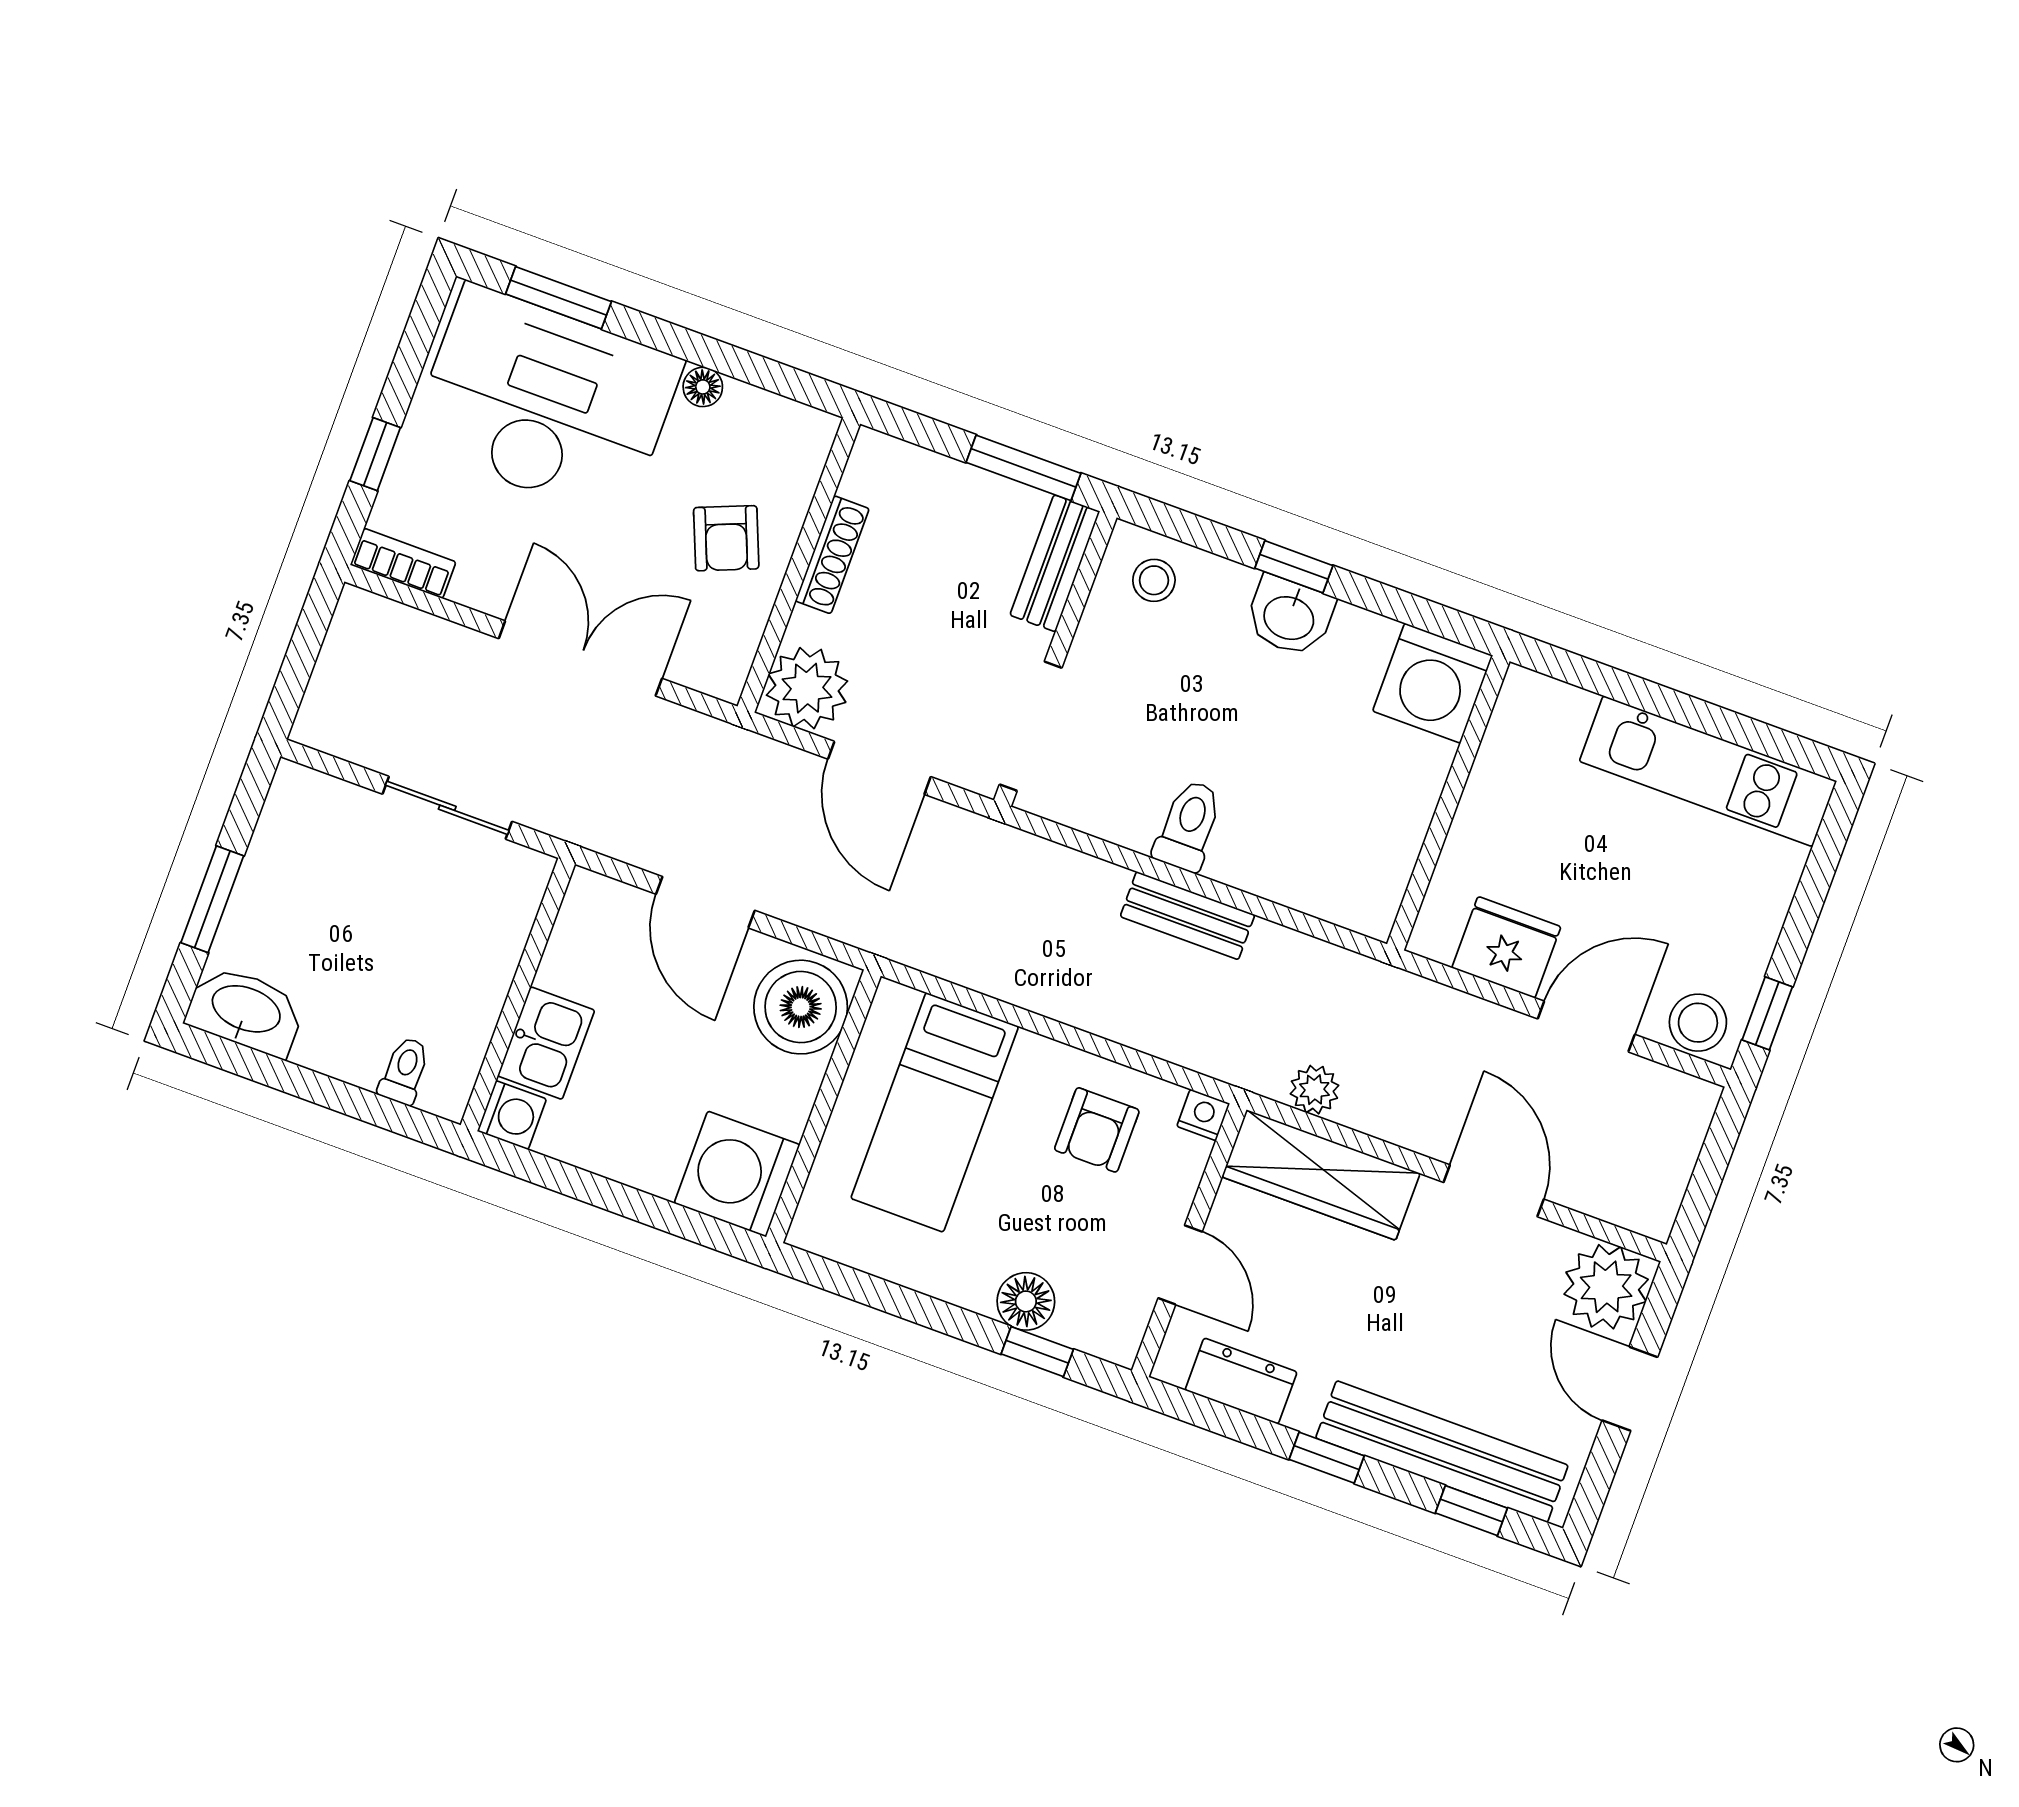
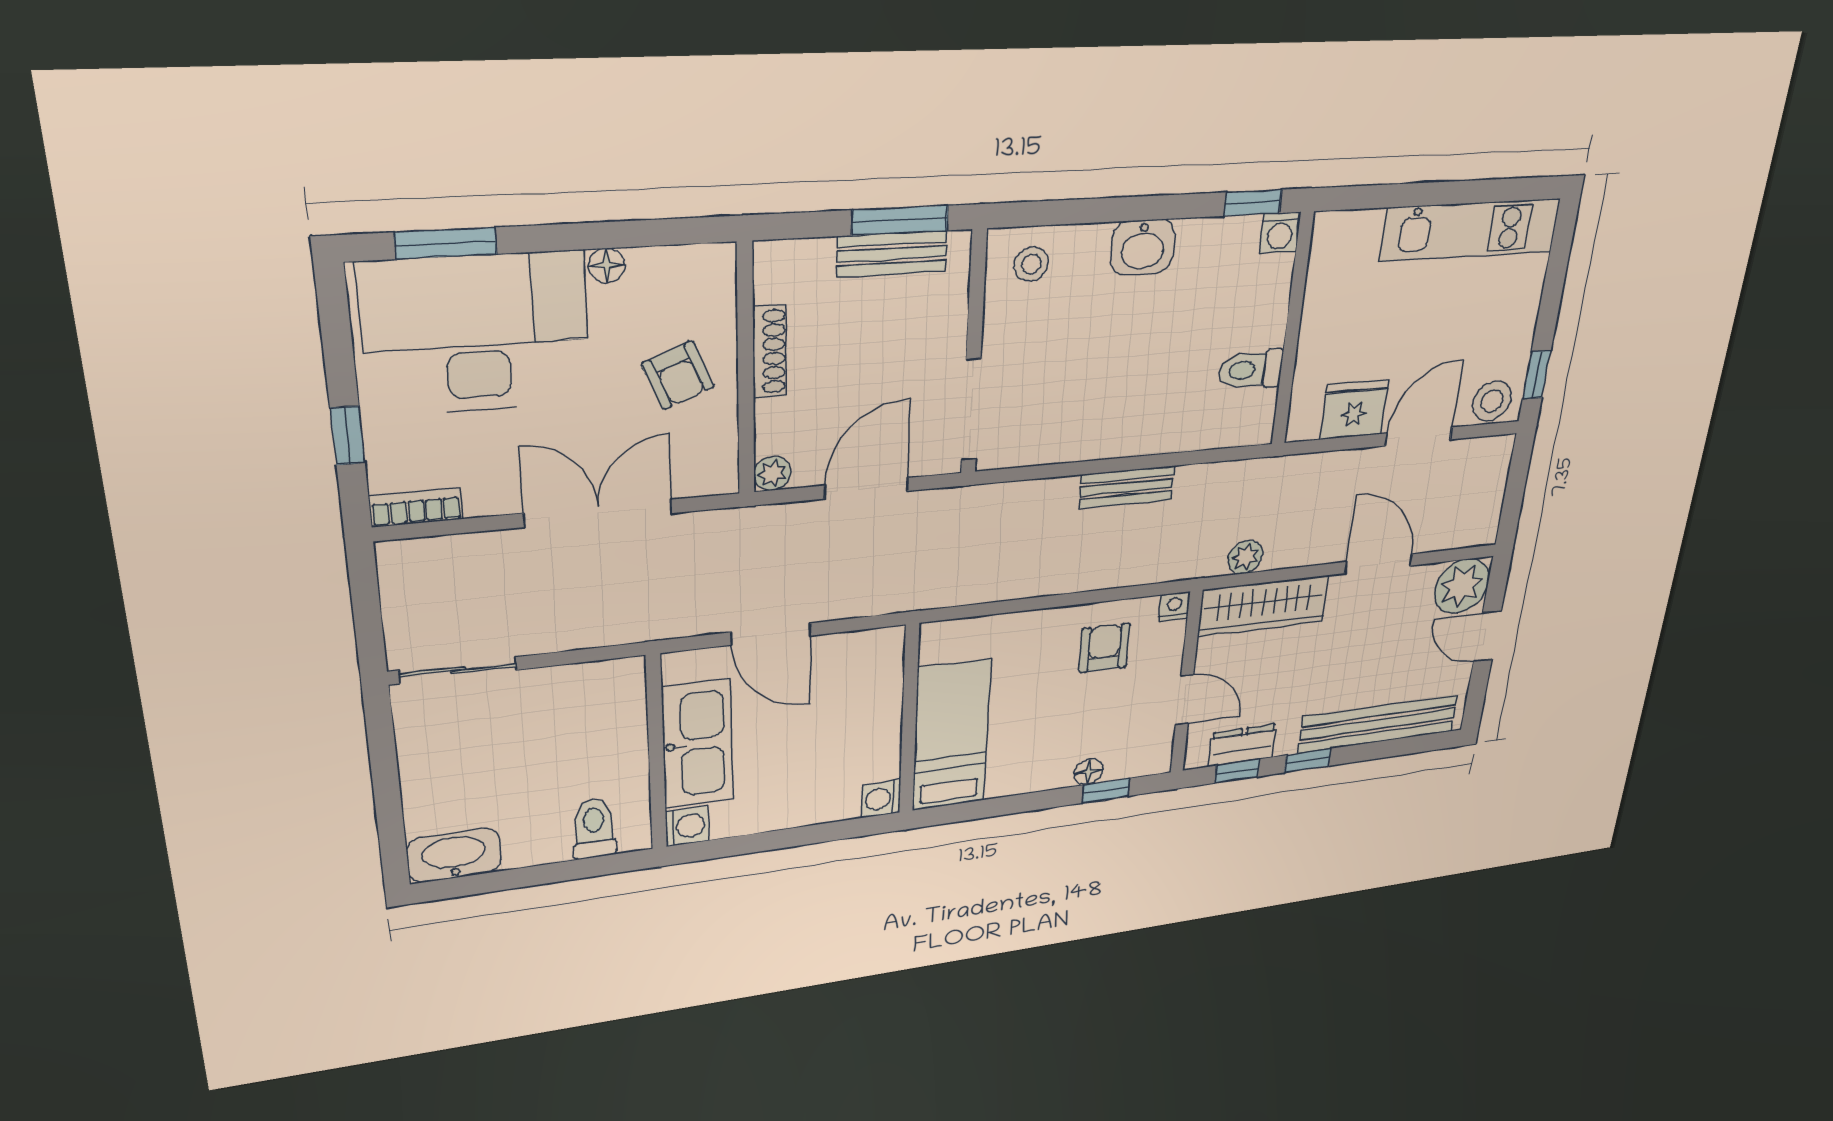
bench: (1055, 563) -> (892, 254), moved, turned 90
window: (1294, 567) -> (1253, 203), moved
washing machine: (1433, 683) -> (1280, 233), width x0.53, depth x0.53
plant: (807, 688) -> (772, 473), width x0.53, depth x0.53
door: (879, 768) -> (866, 488), swing flipped
sliding door: (447, 808) -> (458, 670), moved
toilet: (1188, 826) -> (1250, 370), moved, turned -90
window: (212, 899) -> (388, 800), removed
boiler: (801, 1007) -> (869, 668), removed
kitchen sink: (546, 1043) -> (698, 744), width x1.88, depth x1.24
toilet: (404, 1071) -> (594, 828), width x1.37, depth x1.39
bed: (935, 1112) -> (951, 735), moved, turned 180
armchair: (1097, 1130) -> (1104, 648), turned 180
washing machine: (737, 1174) -> (881, 799), width x0.53, depth x0.53
floor lamp: (1026, 1301) -> (1089, 772), width x0.73, depth x0.73
window: (1471, 1511) -> (1237, 771), moved

